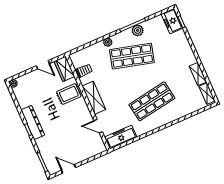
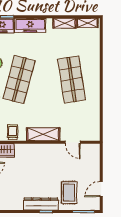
rug: (69, 94) -> (69, 193), moved
door: (98, 126) -> (73, 142), hinge flipped
freezer: (121, 137) -> (30, 25), moved, turned -90

